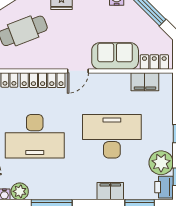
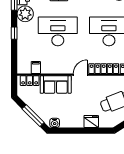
filing cabinet: (145, 82) -> (36, 68), width x0.50
desk: (112, 136) -> (58, 31), turned 180

